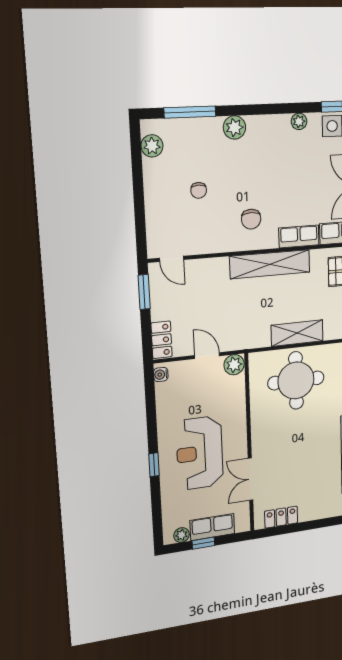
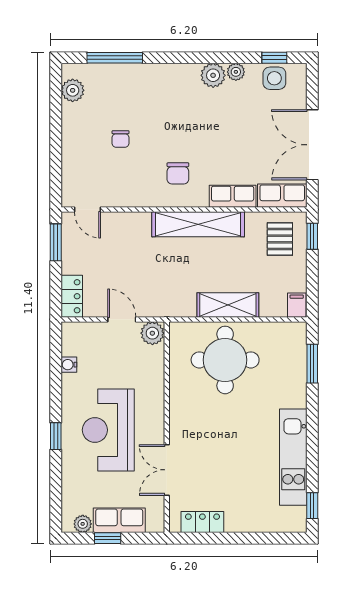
plant: (234, 127) -> (213, 75), moved
water cooler: (161, 374) -> (69, 365), moved

